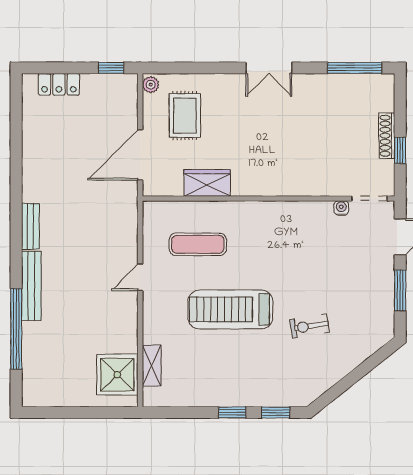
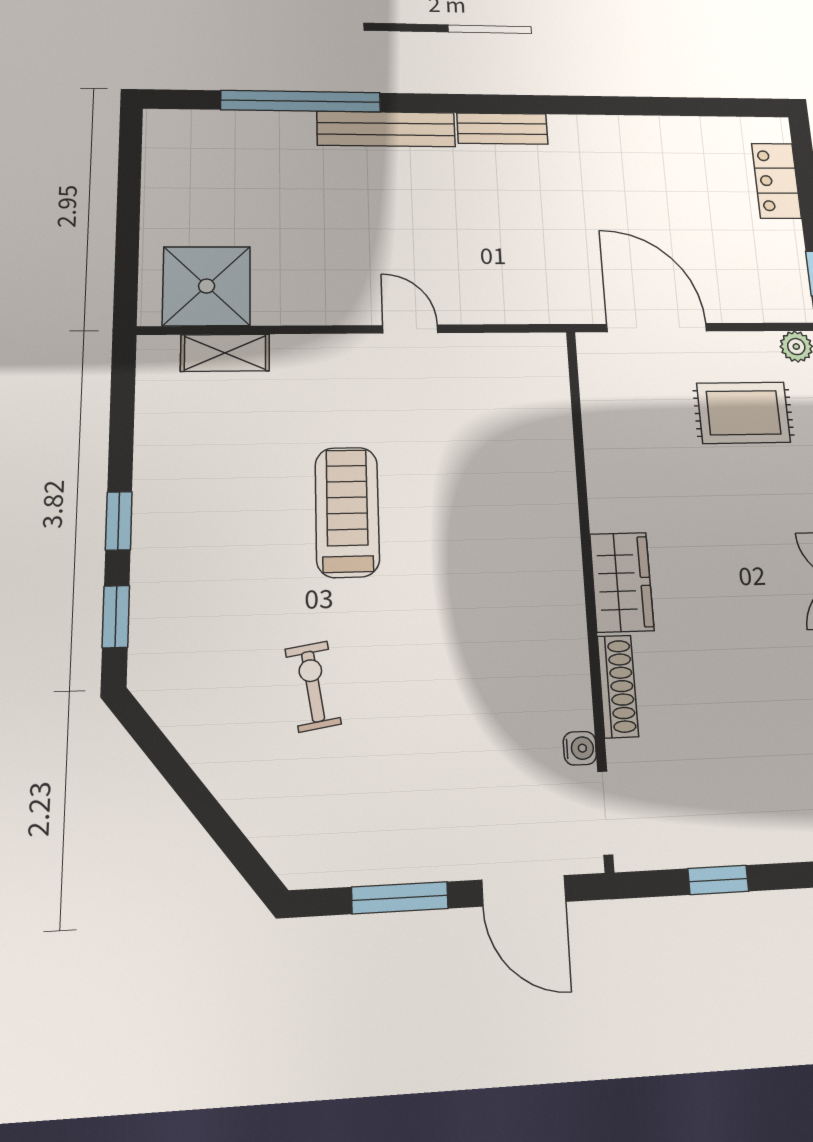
shoe rack: (387, 136) -> (618, 686), moved, turned 90
wardrobe: (207, 183) -> (622, 582), moved
exercise mat: (198, 244) -> (484, 442), removed
treadmill: (230, 309) -> (347, 512), width x0.73, depth x0.73

